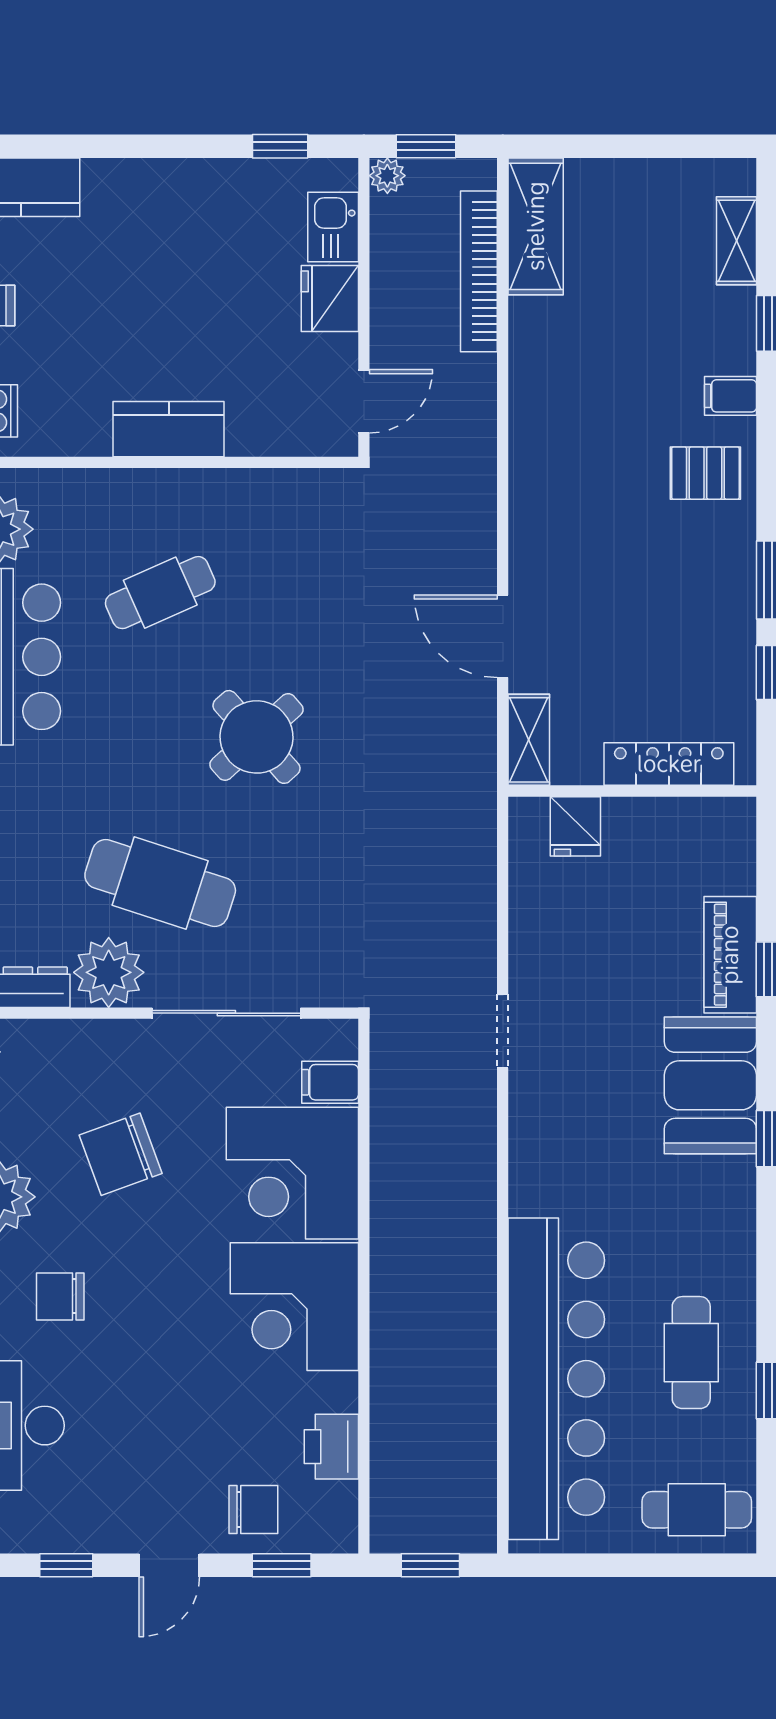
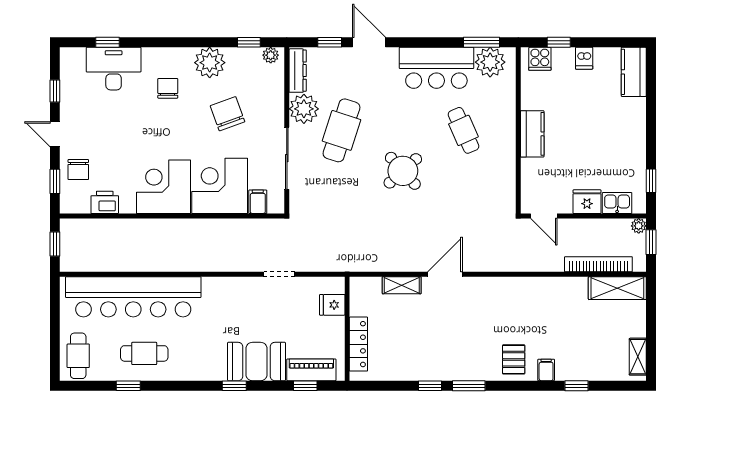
shelving: (737, 241) -> (638, 357), moved, turned 90
locker: (669, 764) -> (358, 344), moved
wall: (632, 791) -> (347, 329), moved
fridge: (575, 826) -> (332, 305), moved

